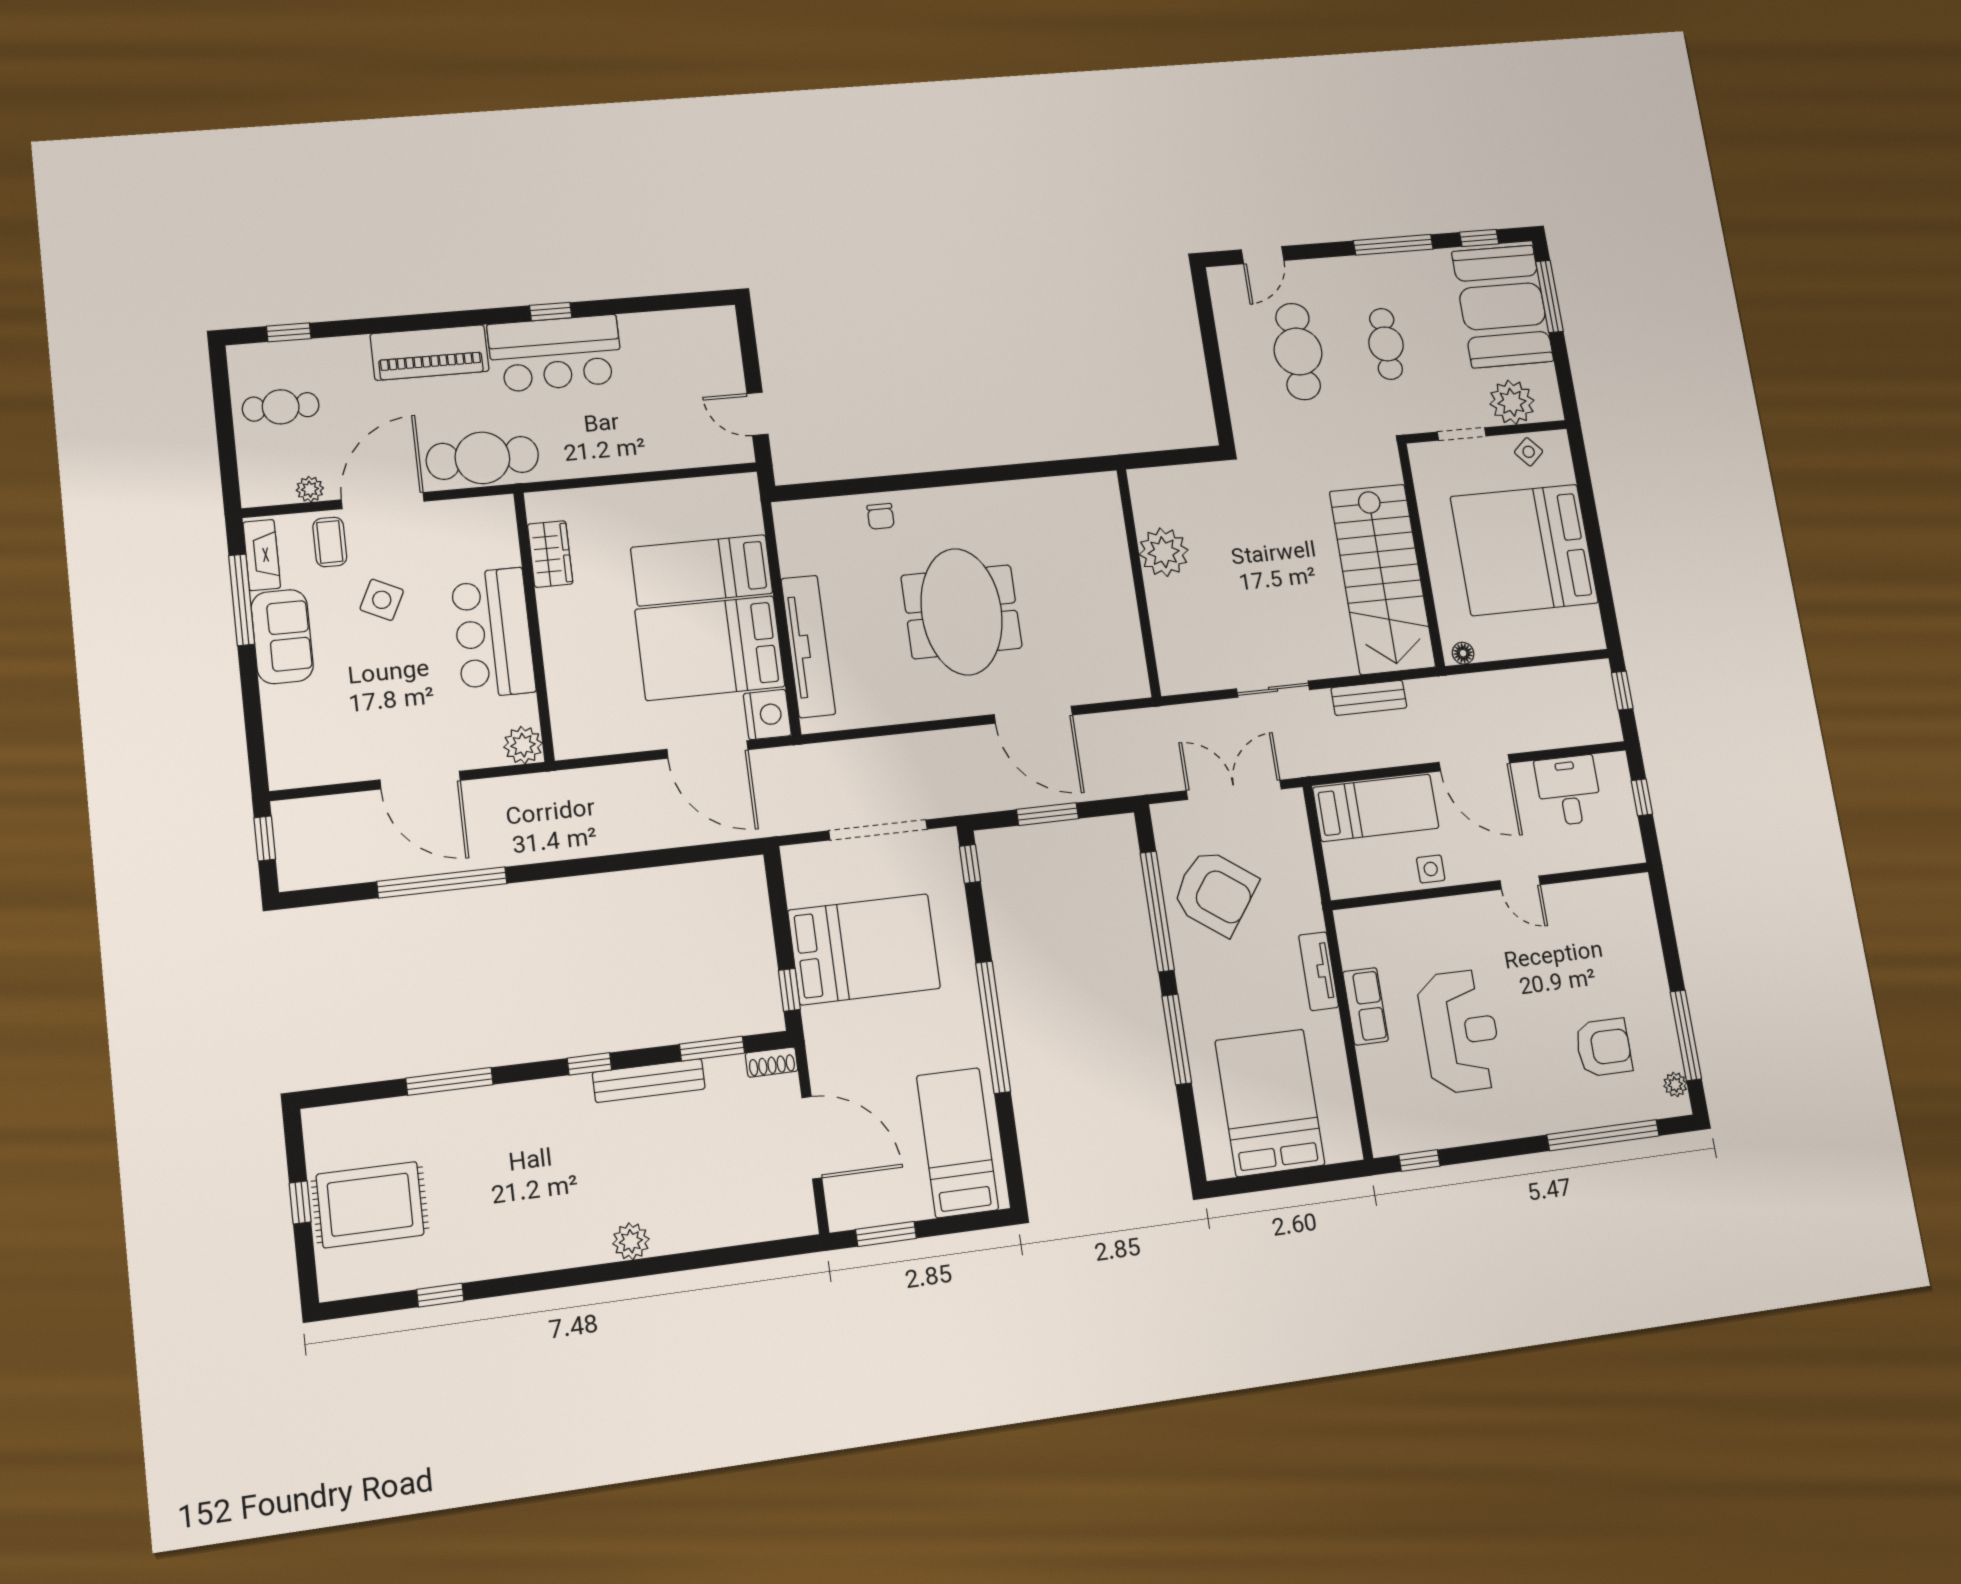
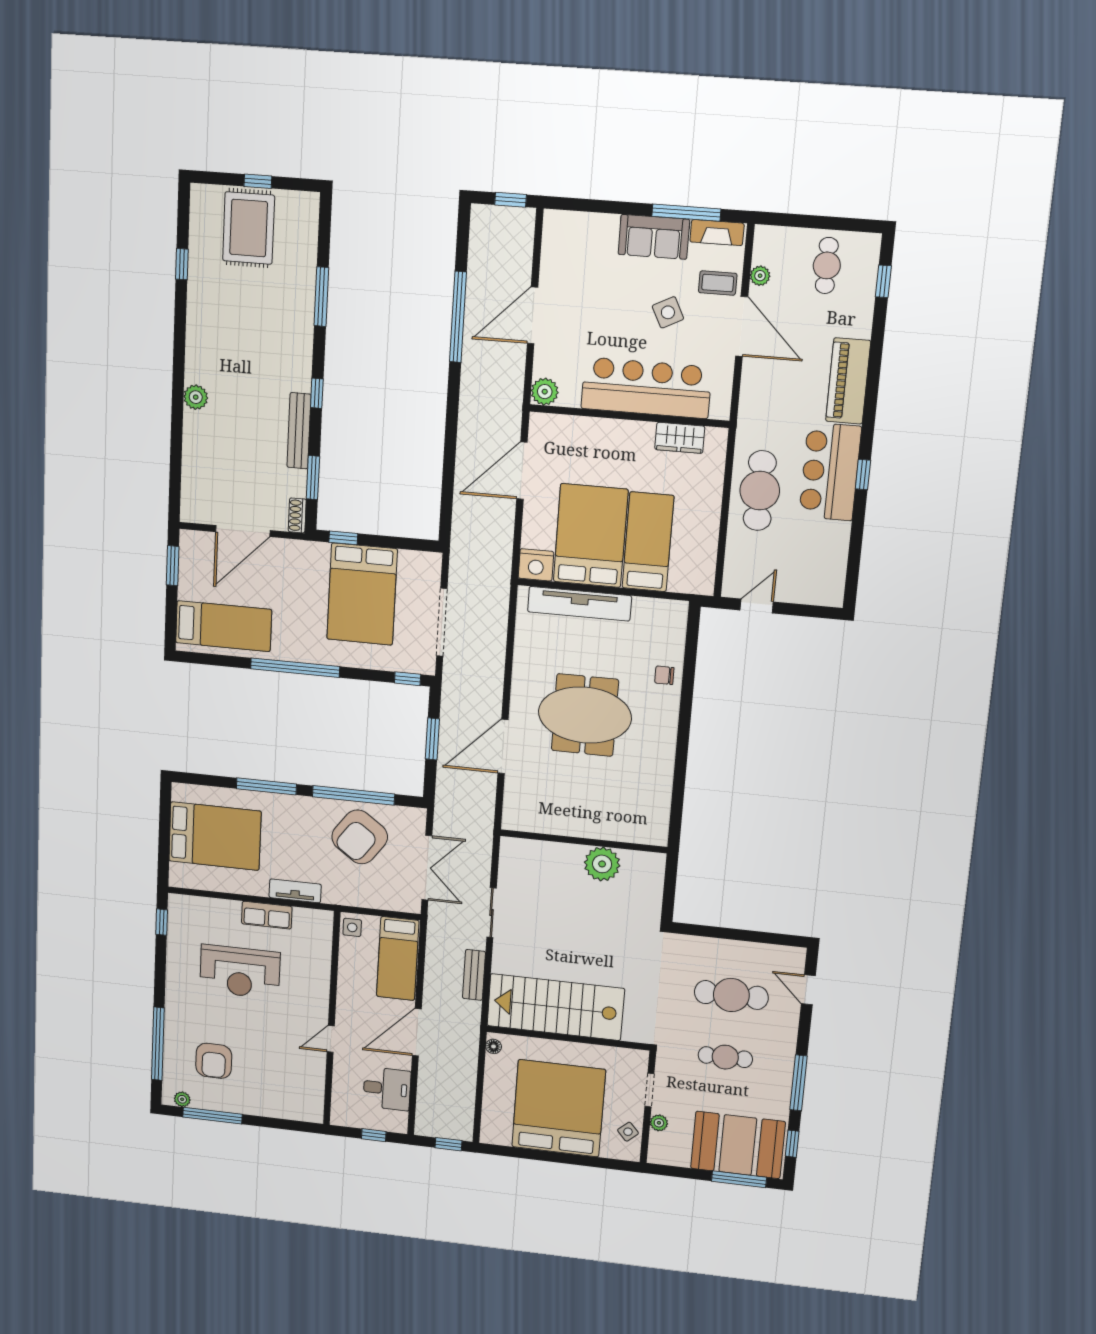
plant: (1512, 402) -> (659, 1123), width x0.53, depth x0.53
cafe table: (482, 458) -> (760, 491), moved
side table: (382, 600) -> (668, 312), turned 37
bar counter: (493, 633) -> (646, 388), width x1.36
door: (708, 749) -> (522, 471), moved
side table: (1431, 869) -> (352, 927), moved

